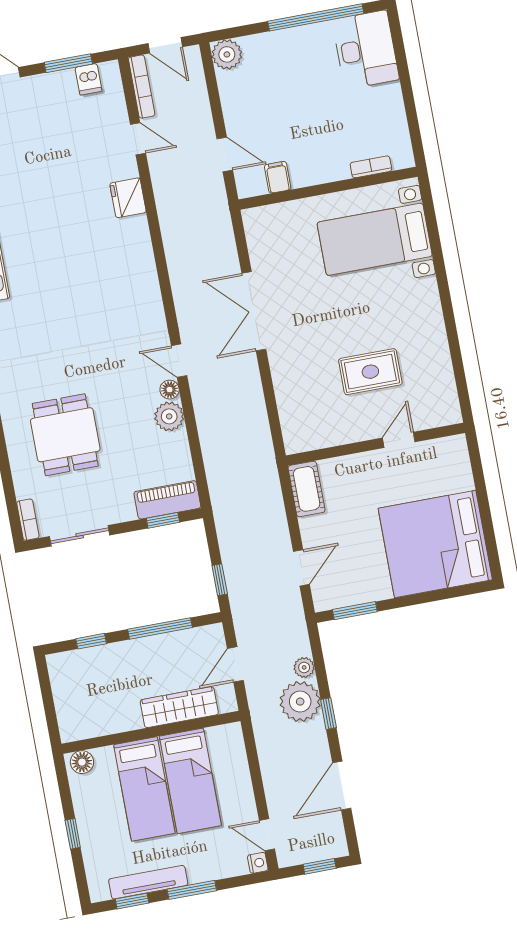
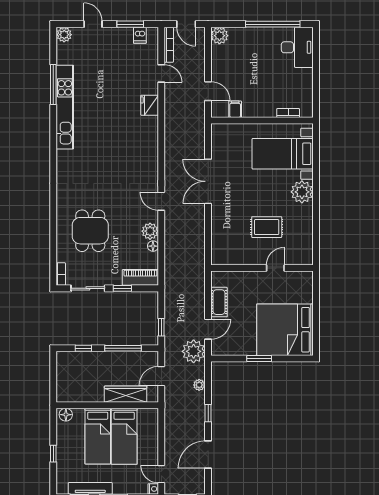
plant: (420, 299) -> (302, 192), added
floor lamp: (170, 390) -> (153, 246), moved
cot: (307, 489) -> (219, 302), moved
window: (163, 520) -> (122, 288), moved
window: (355, 611) -> (259, 359), moved
plant: (300, 702) -> (194, 351), moved

